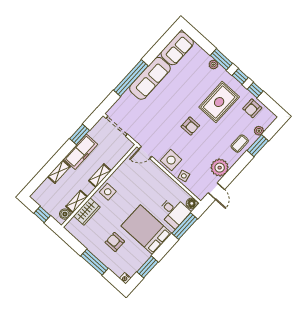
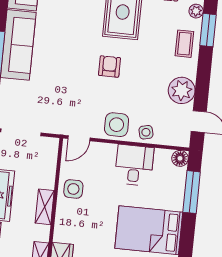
armchair: (190, 126) -> (109, 66), turned -90
side table: (108, 192) -> (73, 189), moved
desk: (174, 212) -> (134, 165), moved, turned -90

